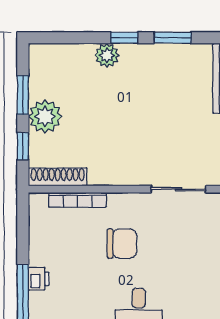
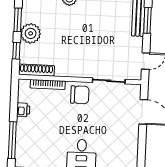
chair: (122, 244) -> (80, 95), moved
printer: (39, 279) -> (23, 110), moved

